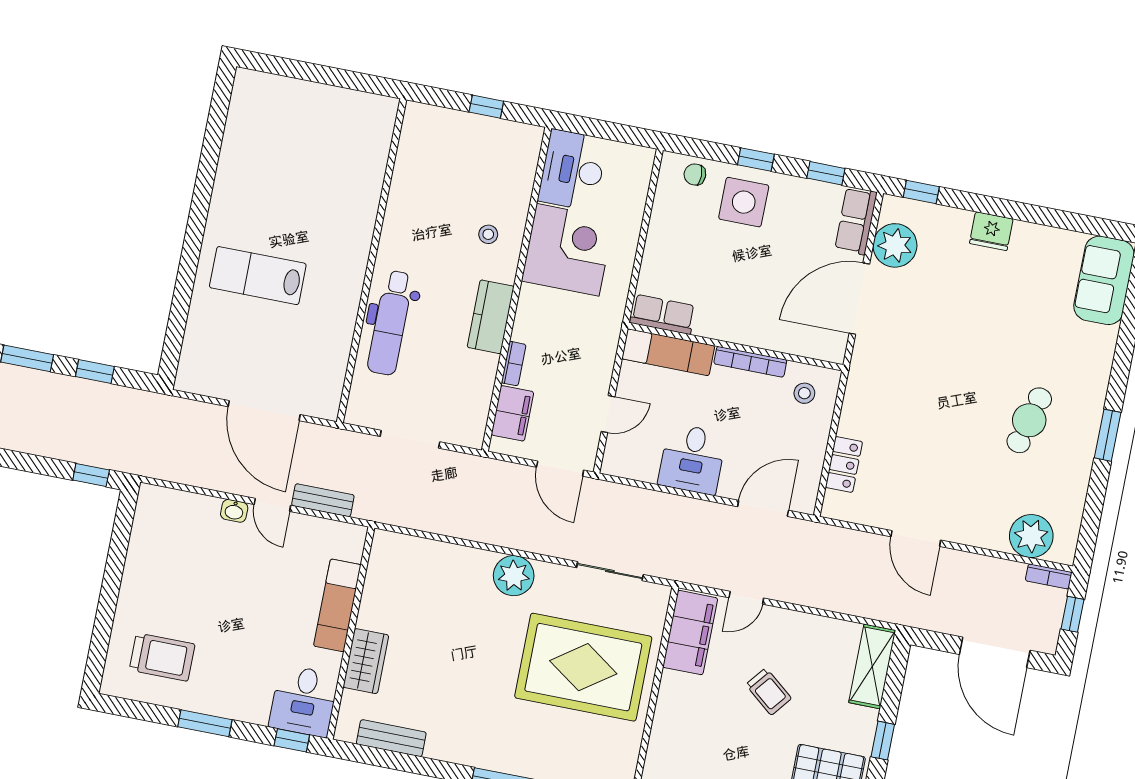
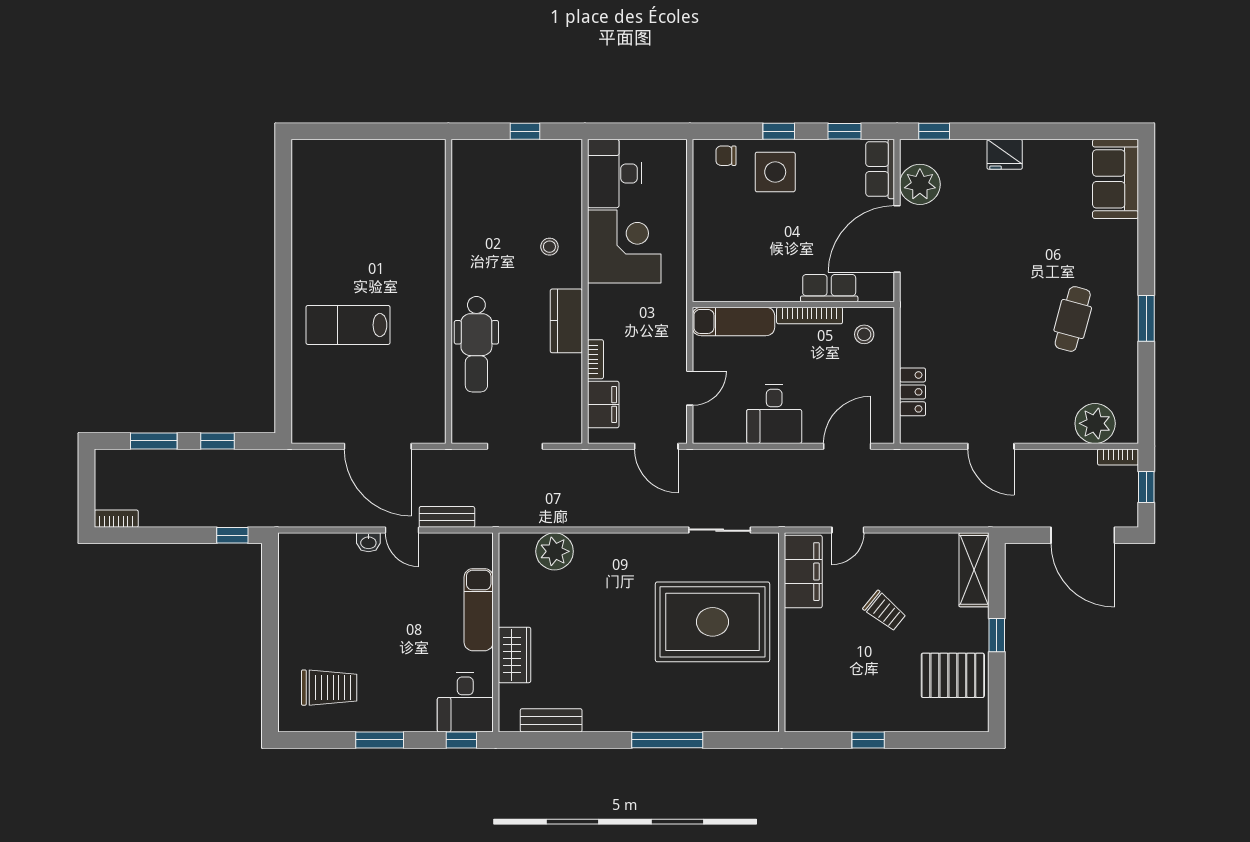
row of seats: (663, 314) -> (829, 288), moved
plant: (514, 576) -> (555, 551), moved

